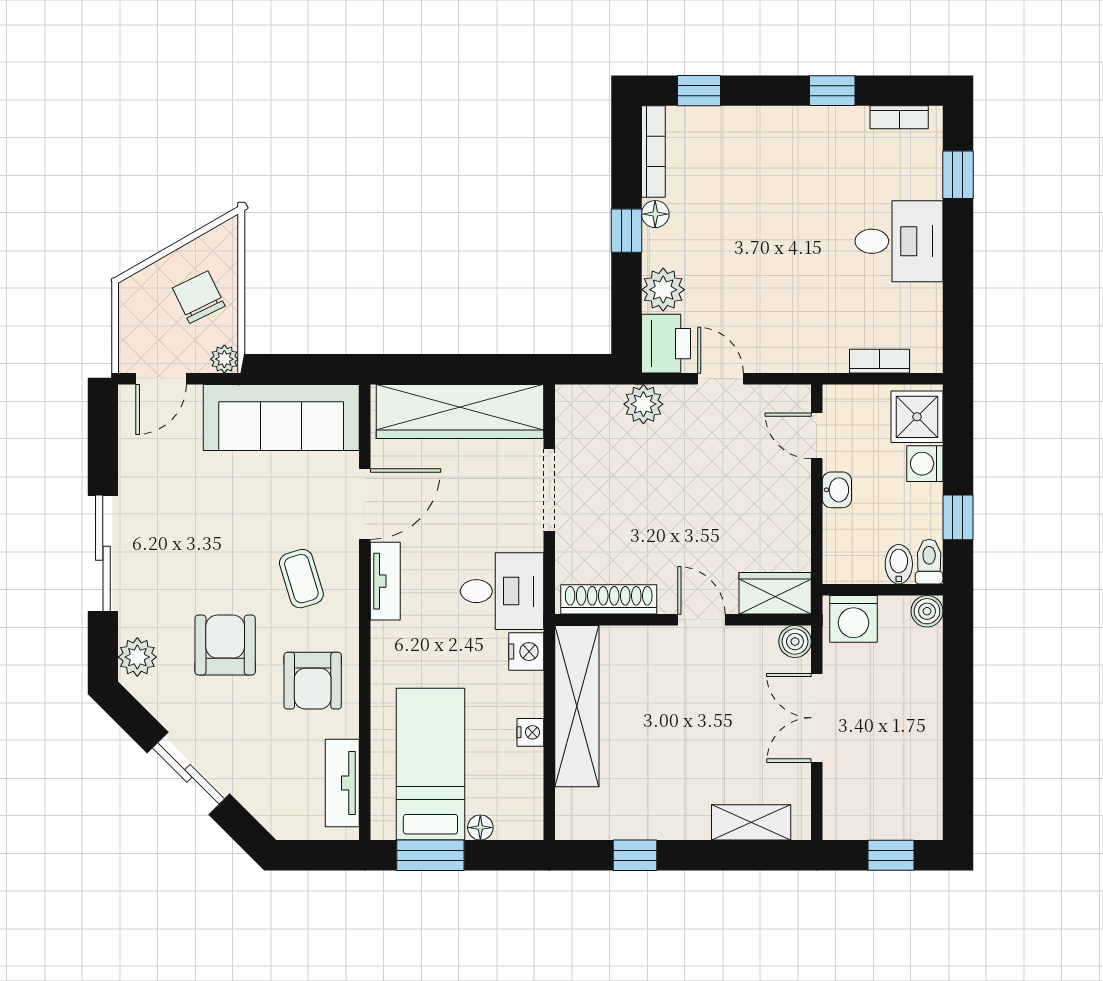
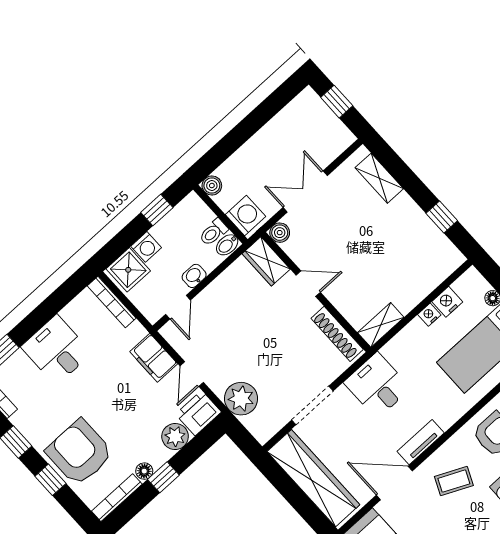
window: (699, 91) -> (50, 480), moved
armchair: (749, 156) -> (79, 452), added
filing cabinet: (782, 350) -> (154, 358), added
bookcase: (879, 361) -> (112, 302), width x1.56
plant: (643, 404) -> (241, 399), width x1.36, depth x1.36
toilet: (929, 562) -> (213, 232), moved
bidet: (899, 564) -> (227, 245), moved
coffee table: (301, 579) -> (454, 481), turned 42
door: (701, 620) -> (308, 284), swing flipped
nightstand: (526, 652) -> (447, 302), moved
shelving: (577, 706) -> (381, 325), width x0.45, depth x0.75
double door: (817, 718) -> (305, 191), swing flipped

